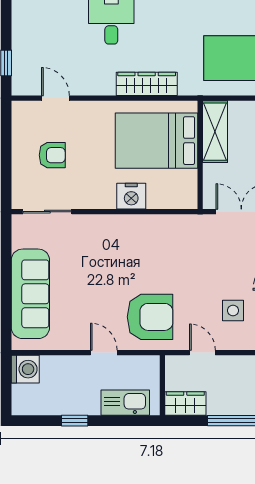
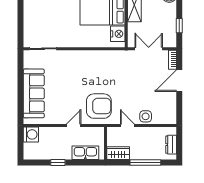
armchair: (52, 155) -> (46, 18), removed
nightstand: (131, 196) -> (118, 34), moved, turned -90
side table: (233, 311) -> (146, 116), moved
door: (104, 353) -> (74, 125), hinge flipped

